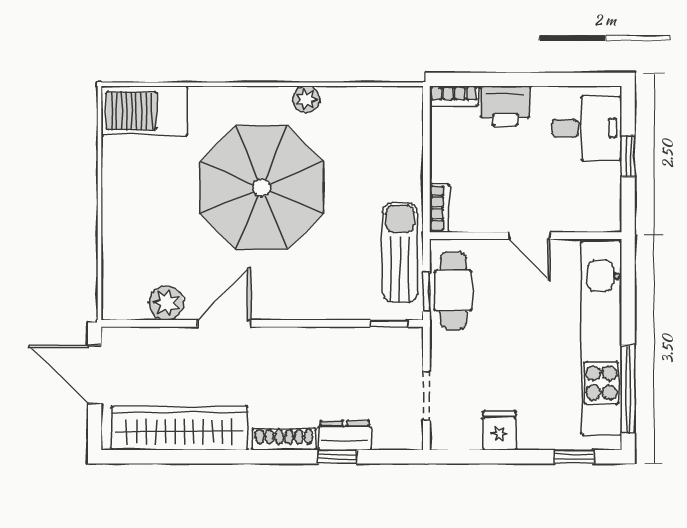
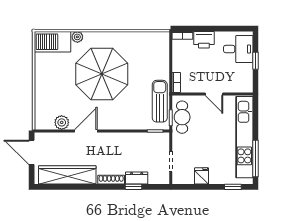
plant: (306, 99) -> (77, 37), moved

